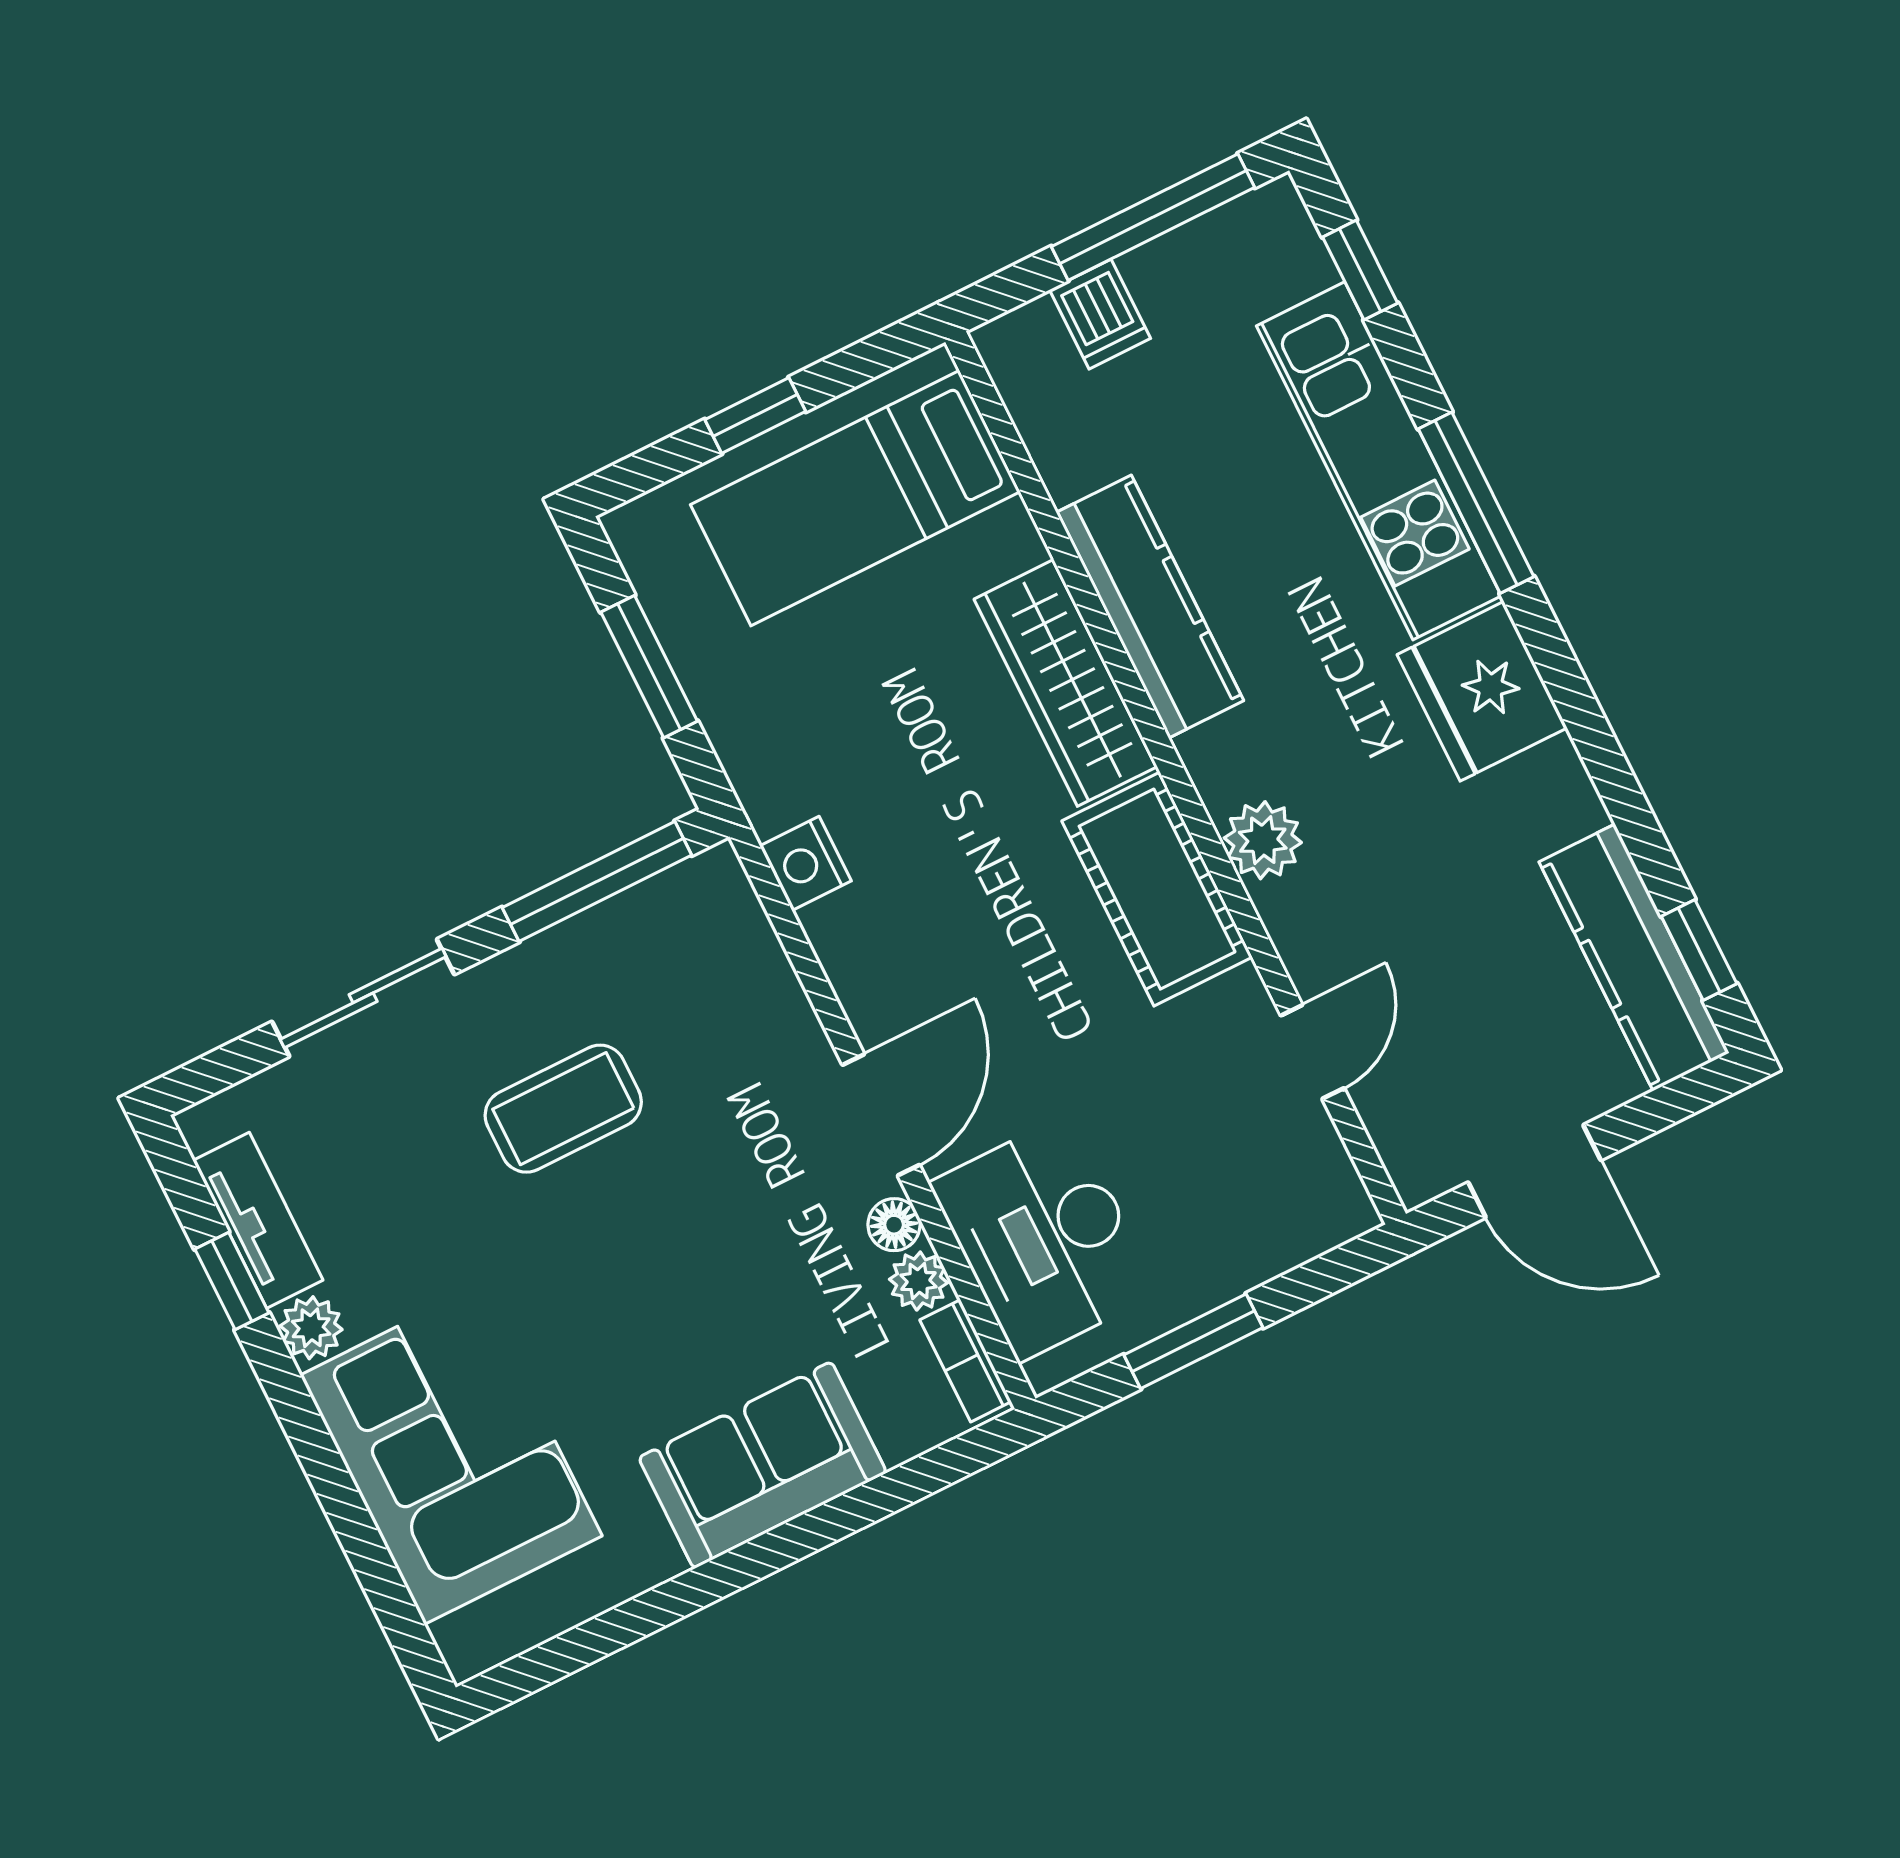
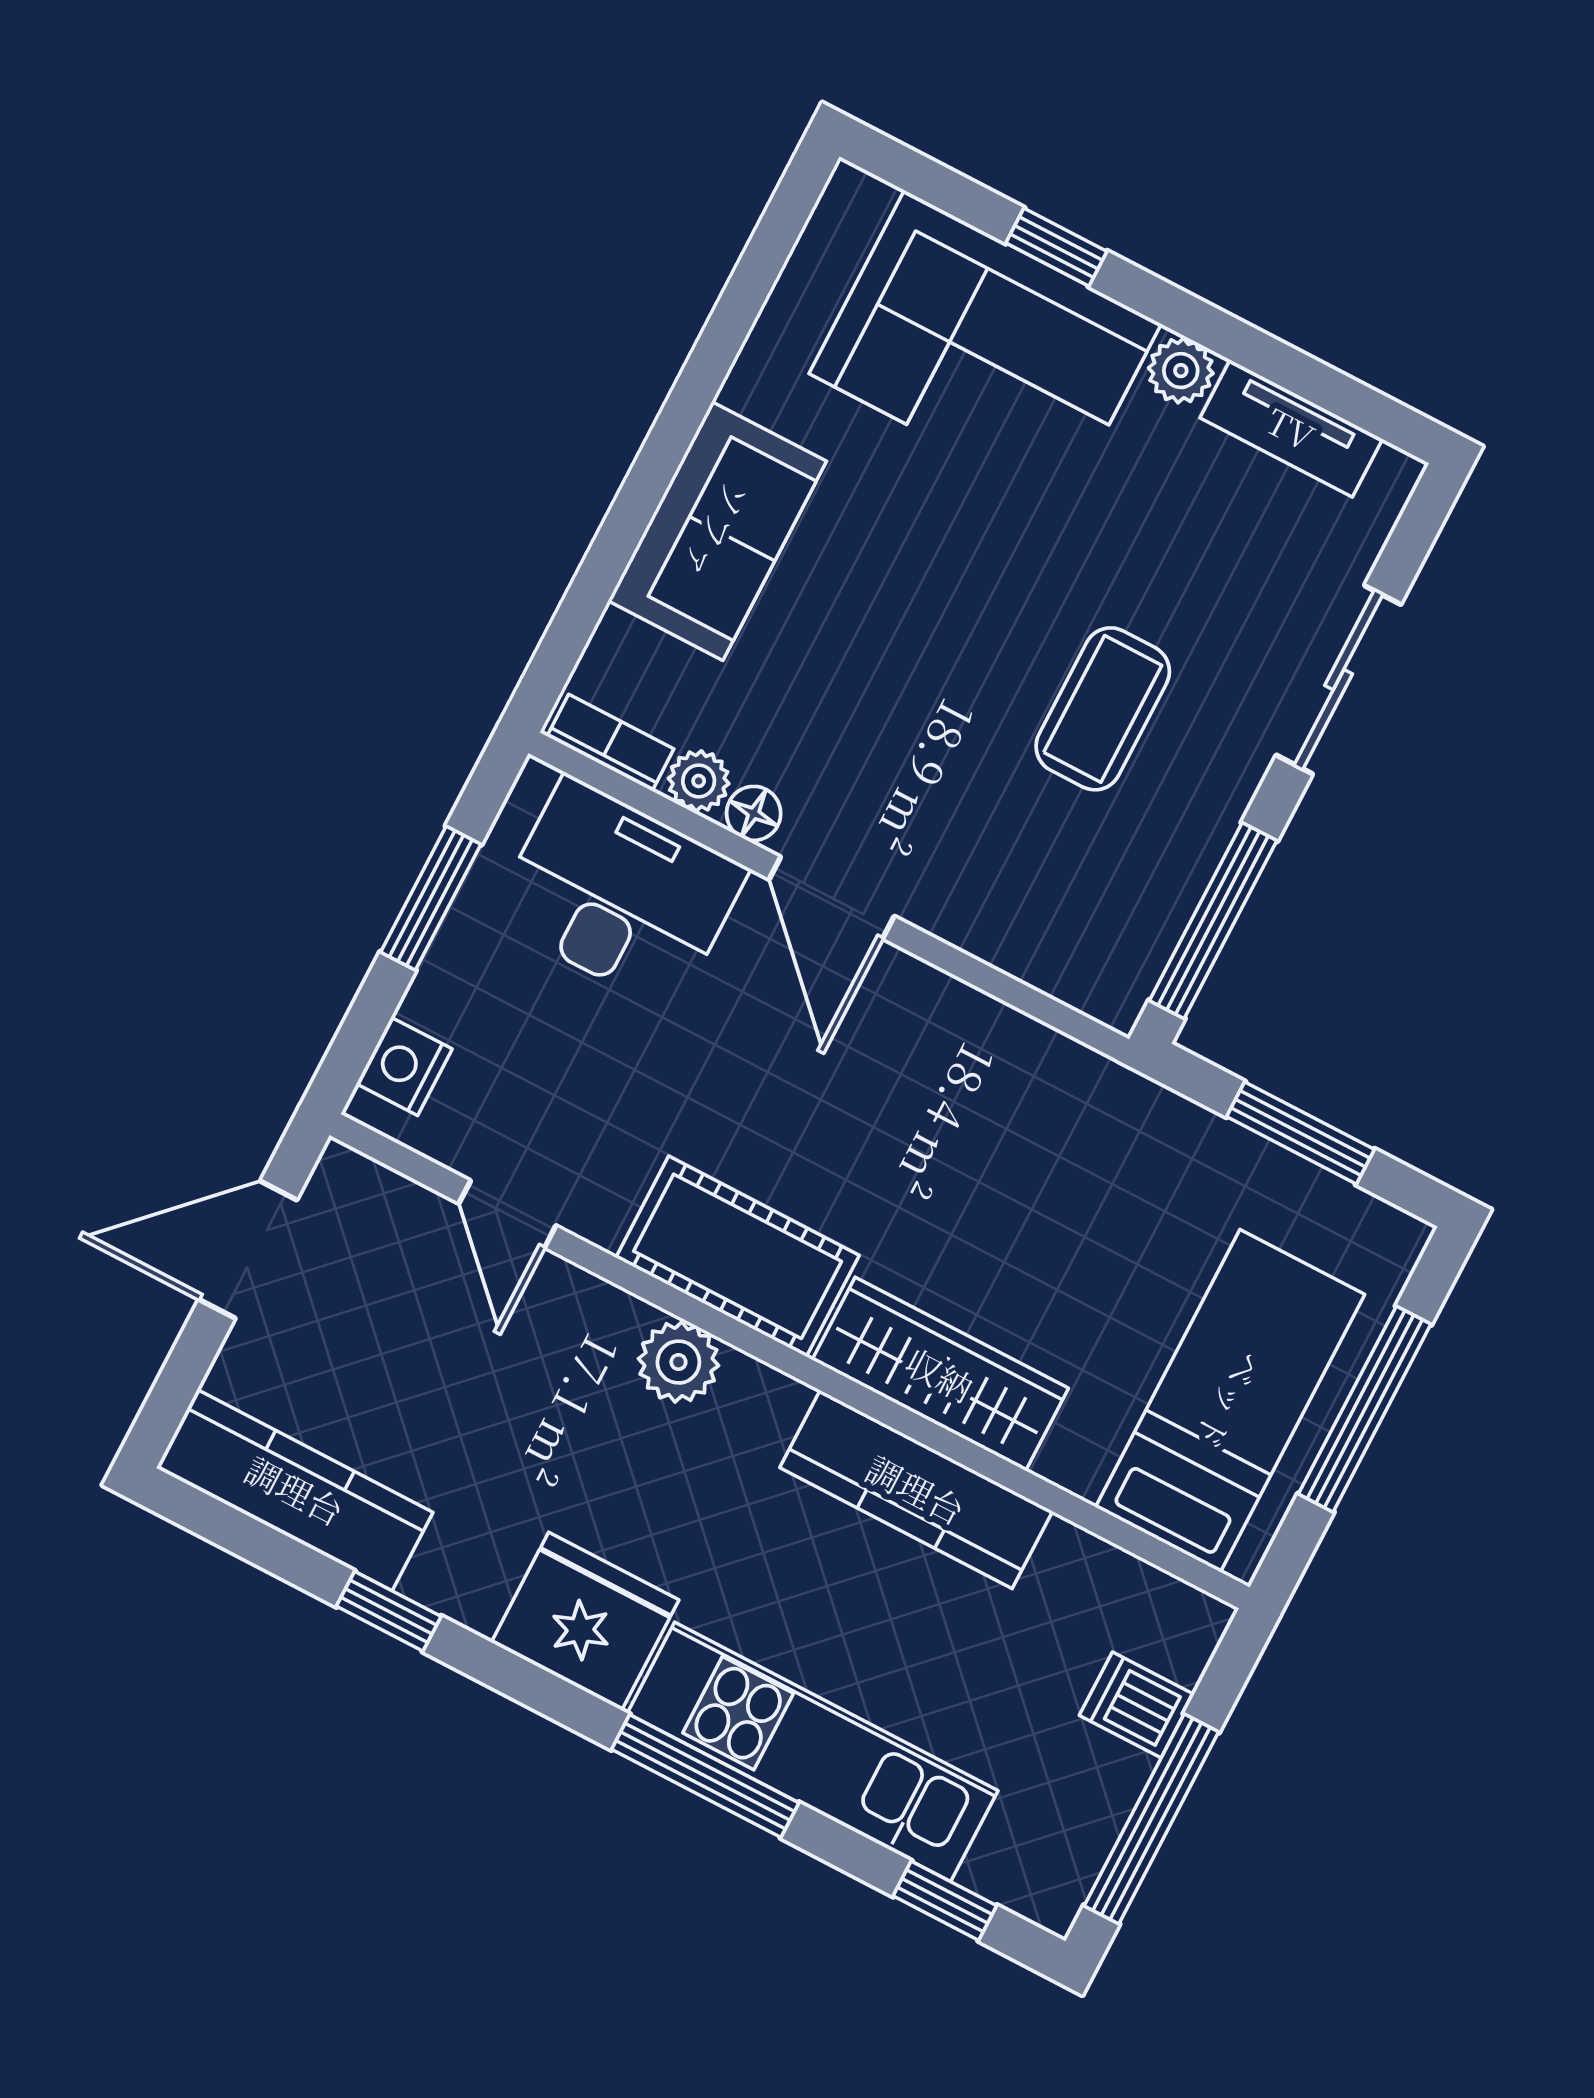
window: (755, 415) -> (1365, 1409), width x2.17
nightstand: (805, 863) -> (404, 1066), moved, turned -90
window: (1699, 950) -> (389, 1611), moved
window: (232, 1281) -> (1056, 247), moved

